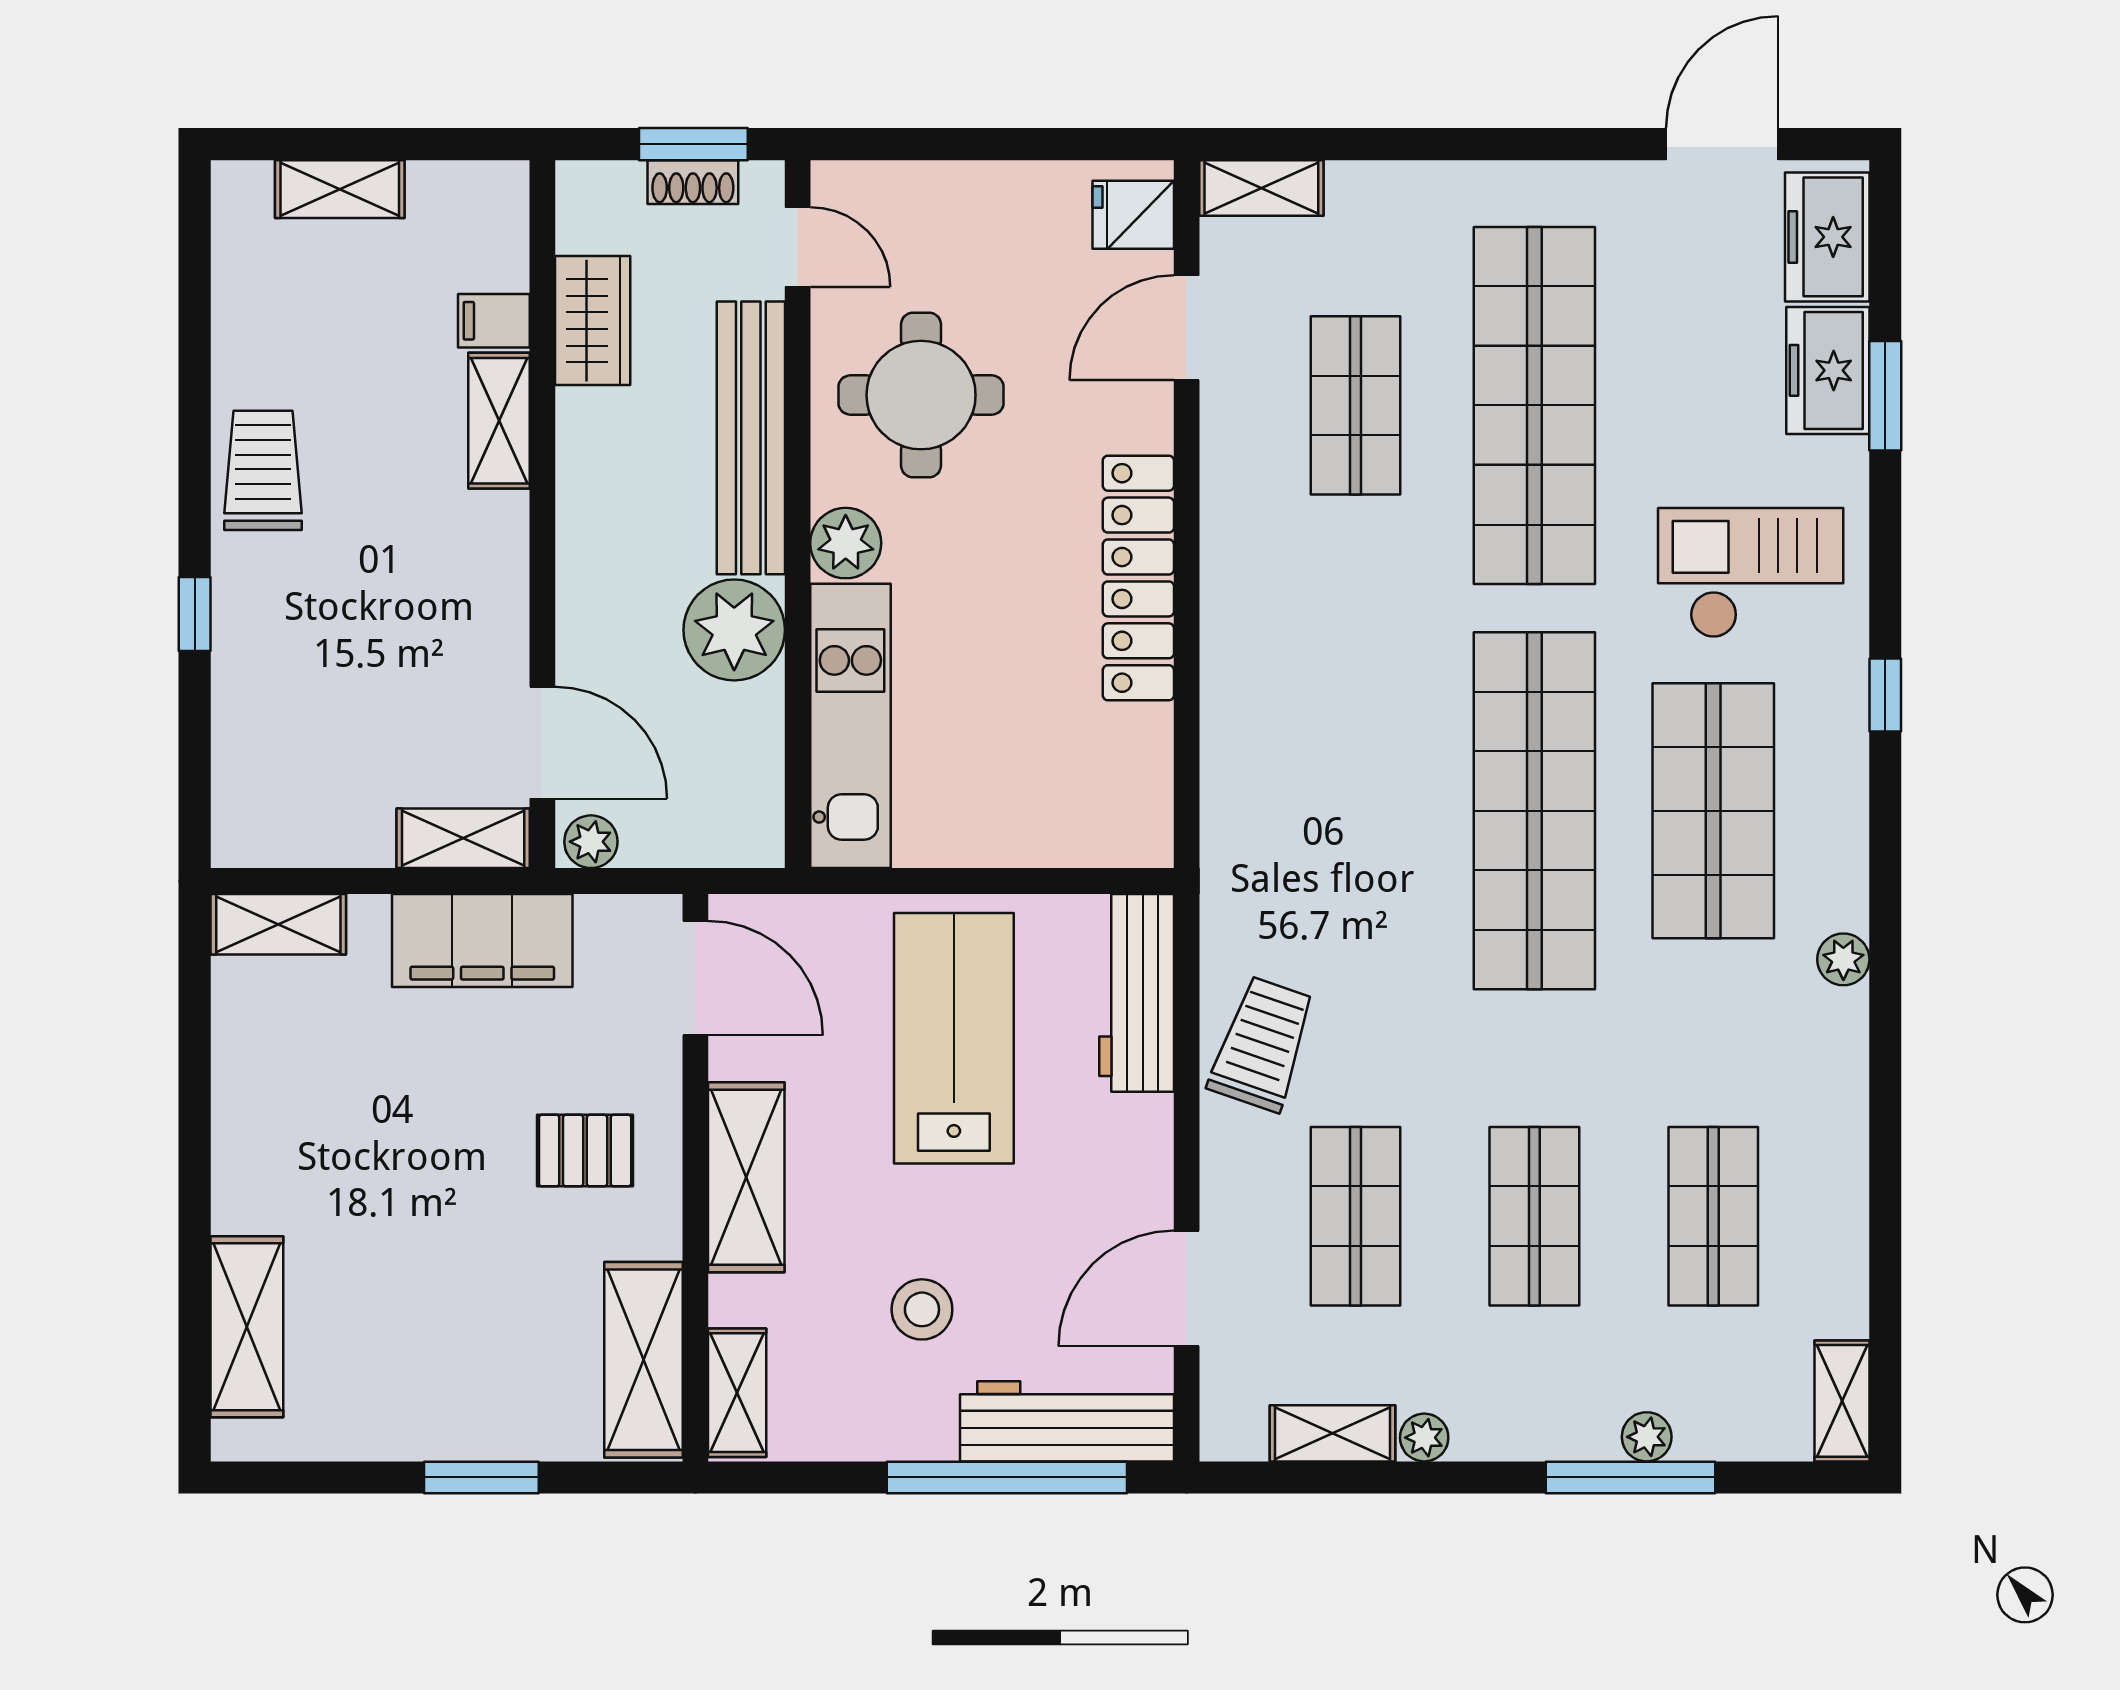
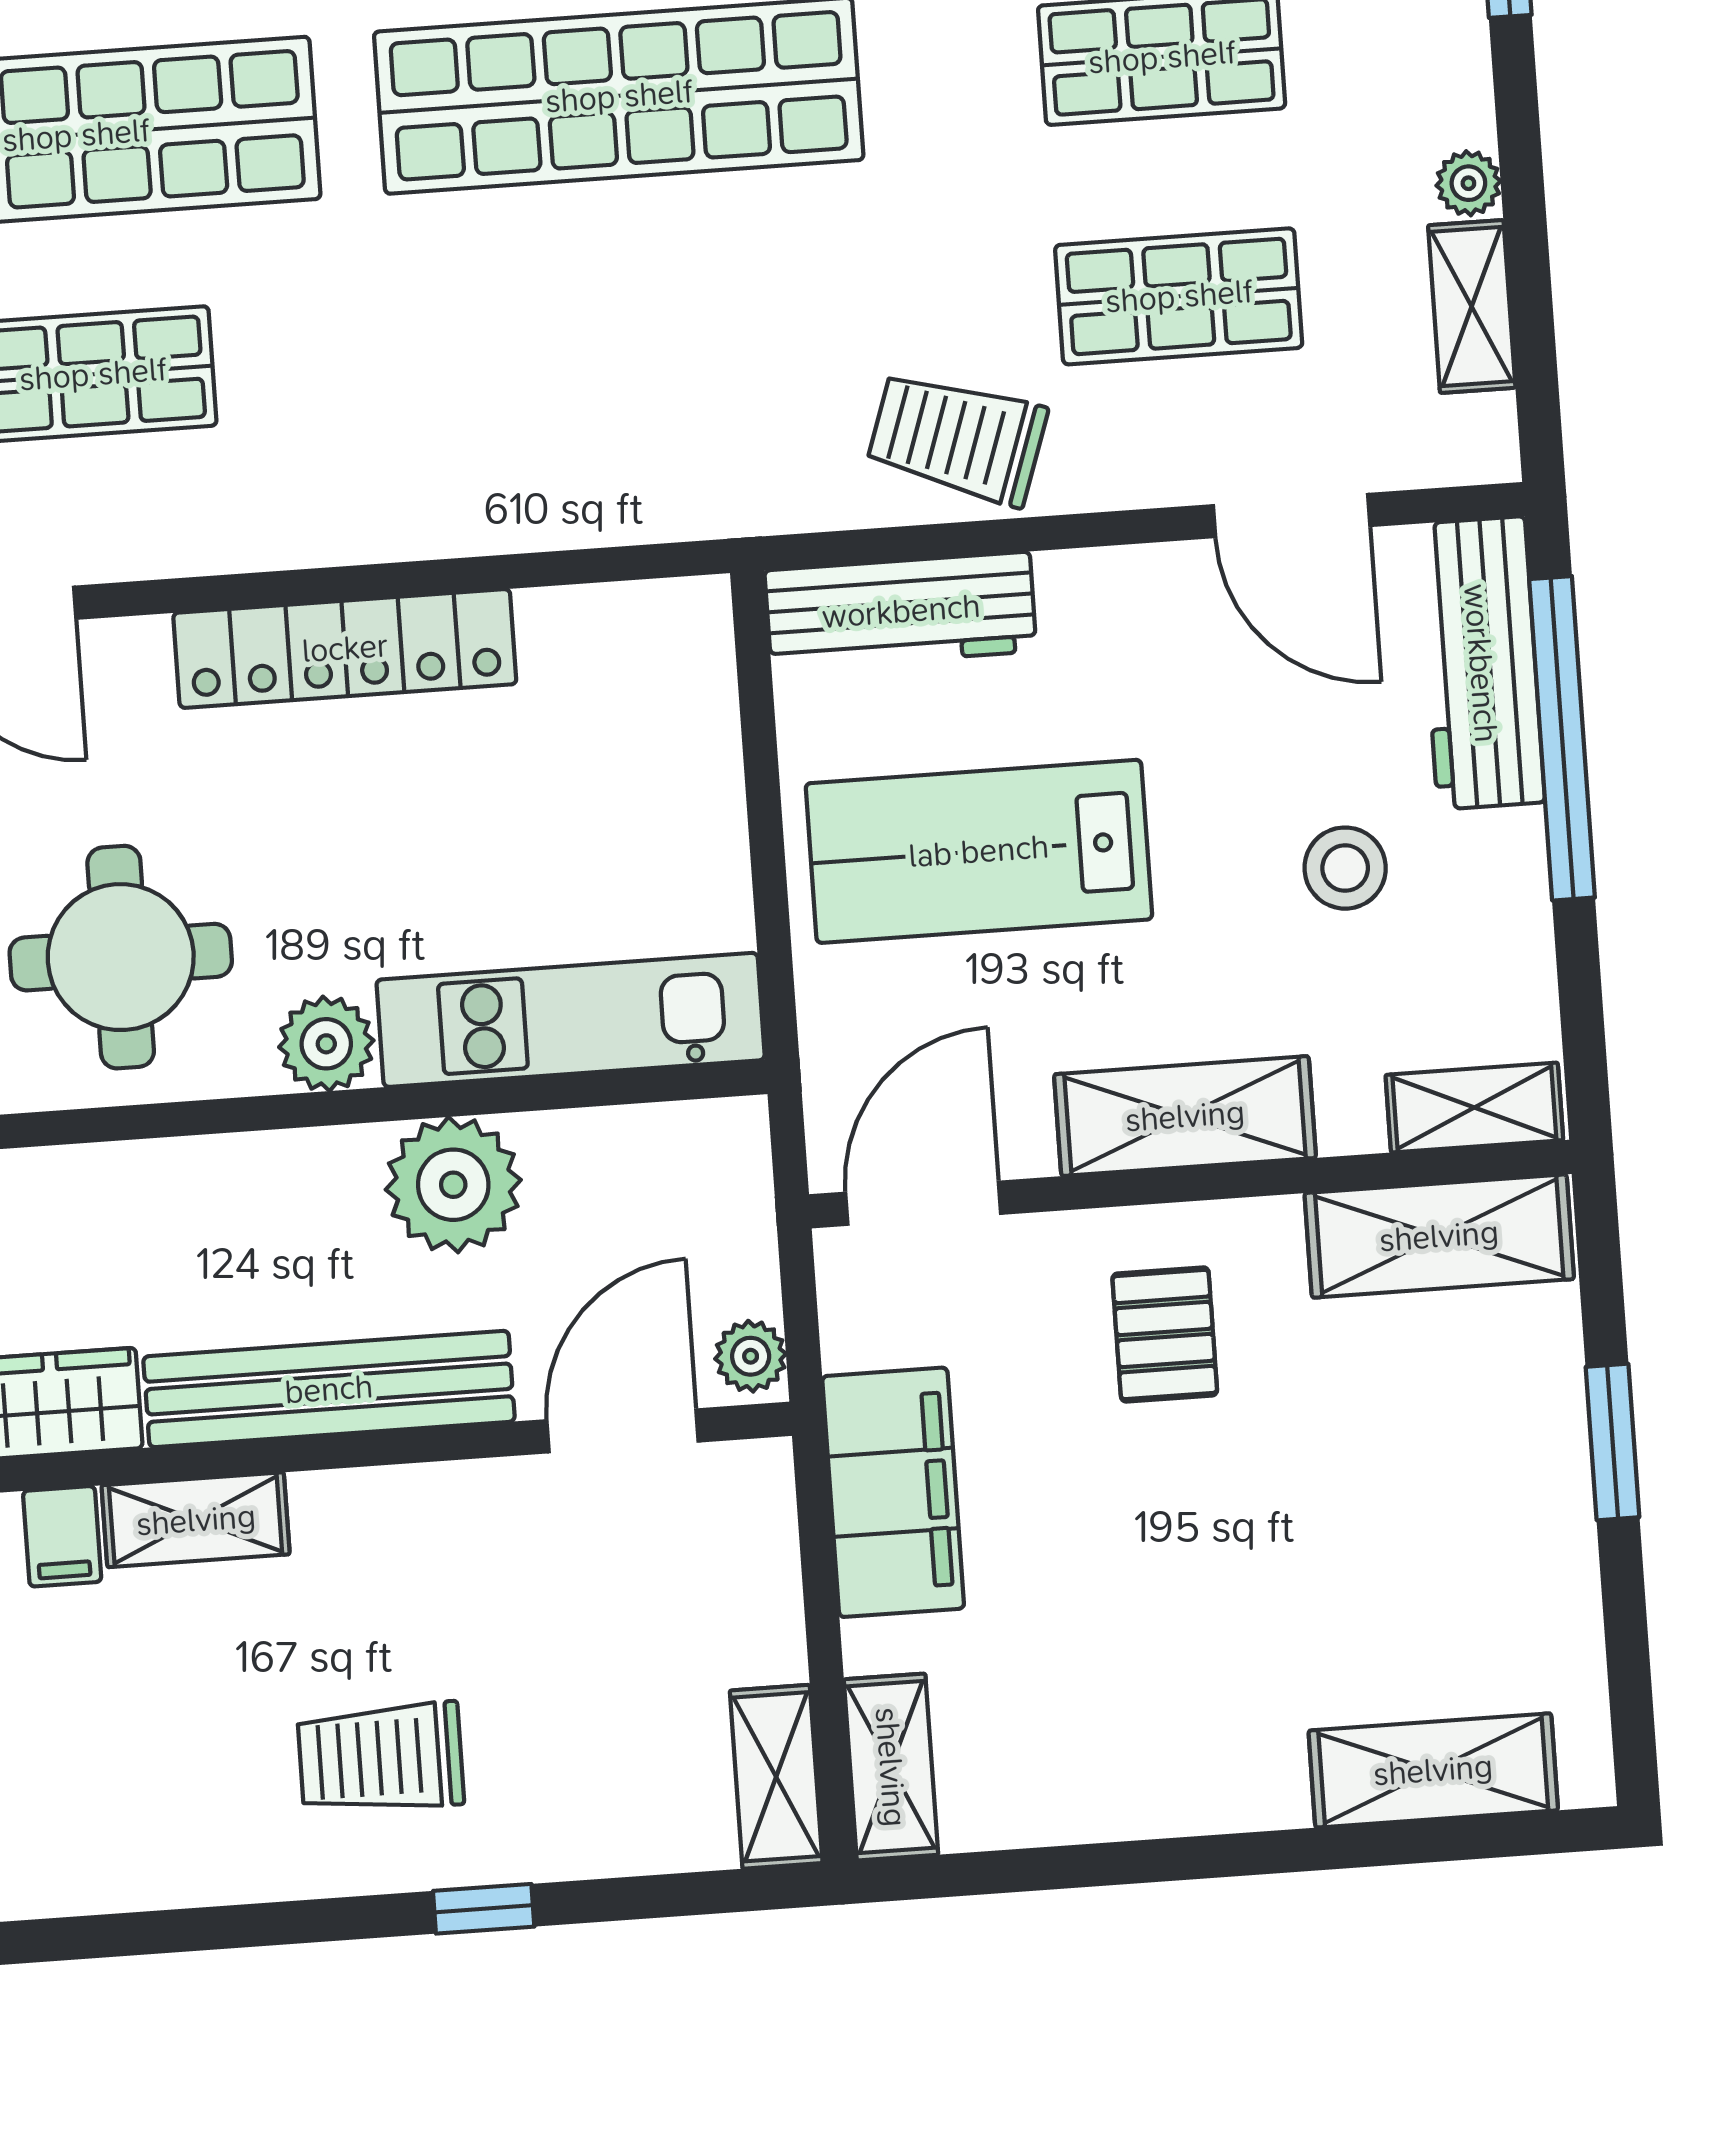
bench: (751, 438) -> (329, 1389), moved
trolley: (263, 470) -> (381, 1758), moved
shelving: (463, 838) -> (776, 1777), moved

